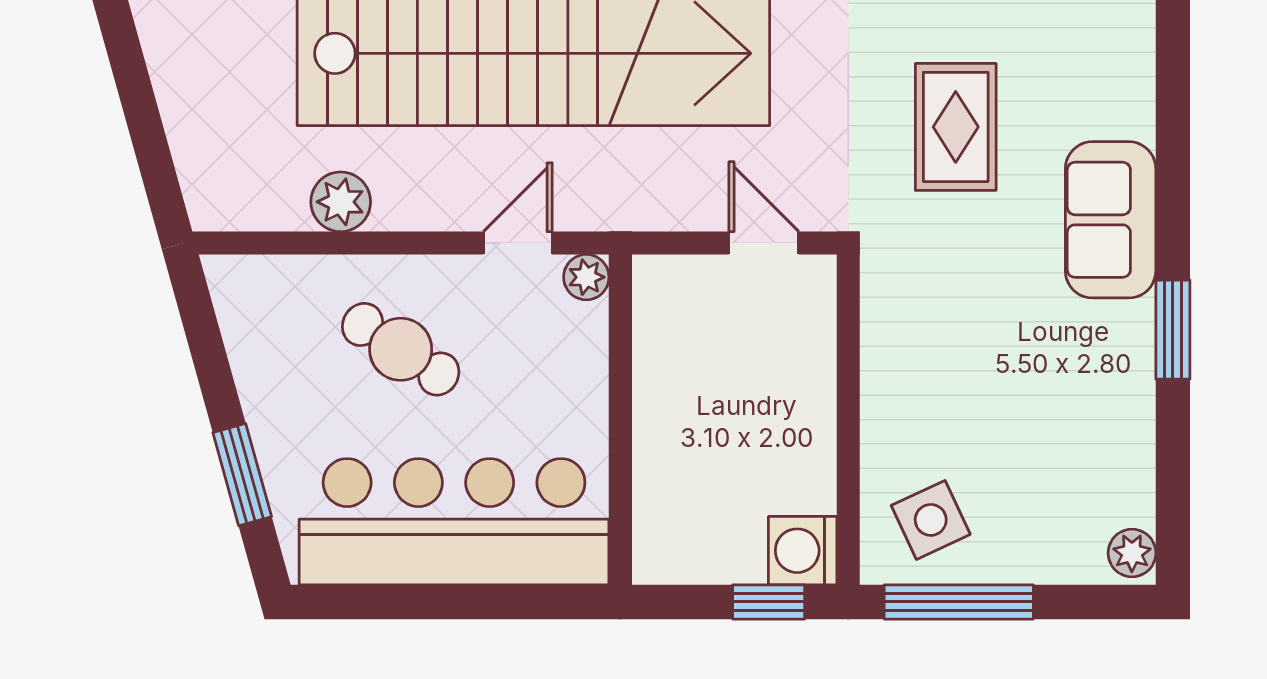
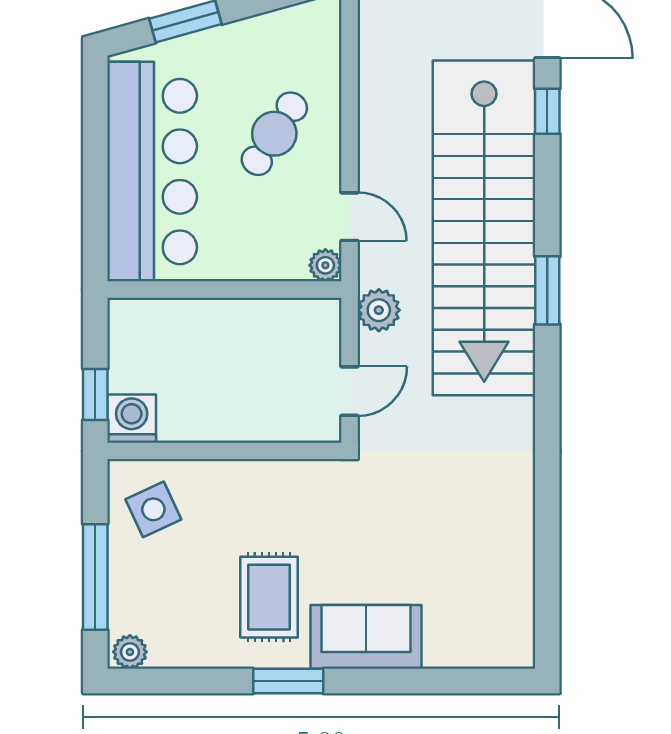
rug: (956, 127) -> (269, 597), moved, turned 90
plant: (341, 202) -> (379, 310), moved
window: (959, 602) -> (95, 577), moved

